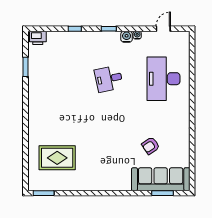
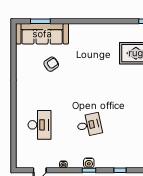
water cooler: (127, 37) -> (89, 163), moved
desk: (163, 79) -> (40, 125), width x0.73, depth x0.77

